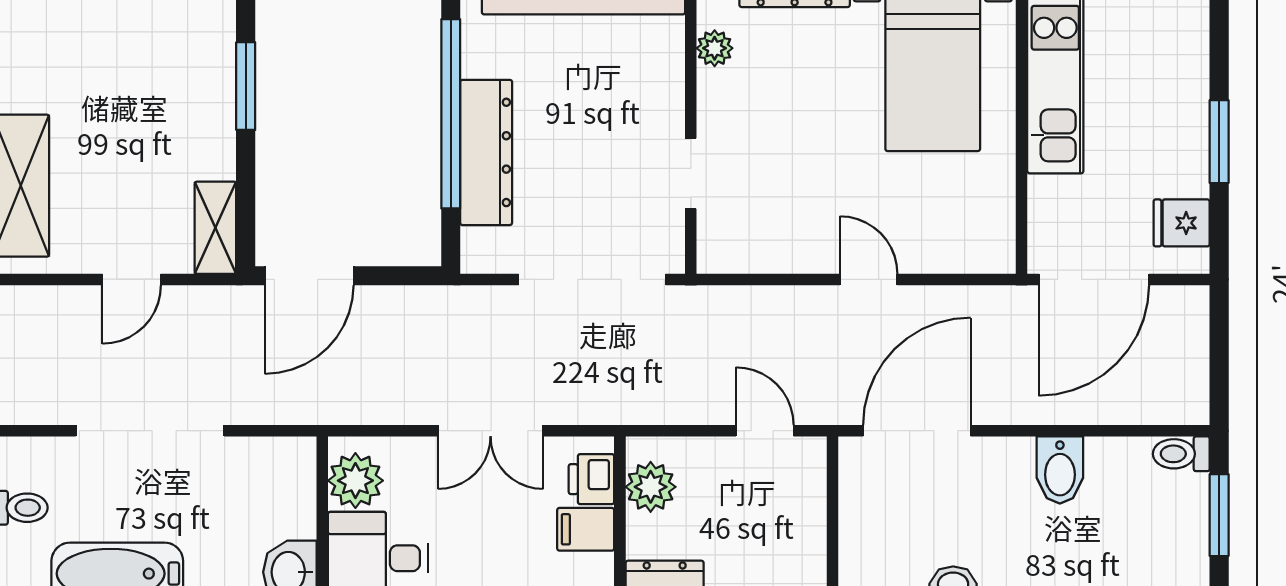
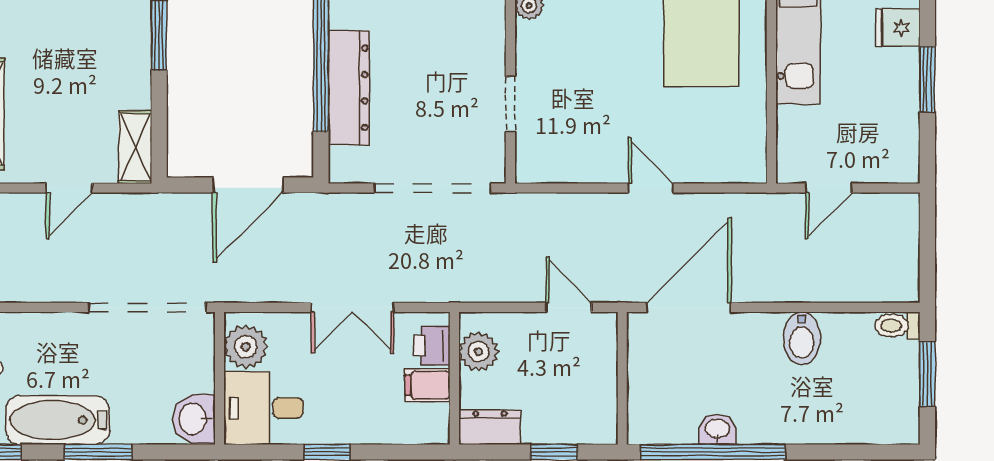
fridge: (1182, 223) -> (898, 28), moved
door: (309, 276) -> (248, 185), moved
door: (1094, 279) -> (828, 188), width x0.53
doorway: (150, 431) -> (147, 307), moved

